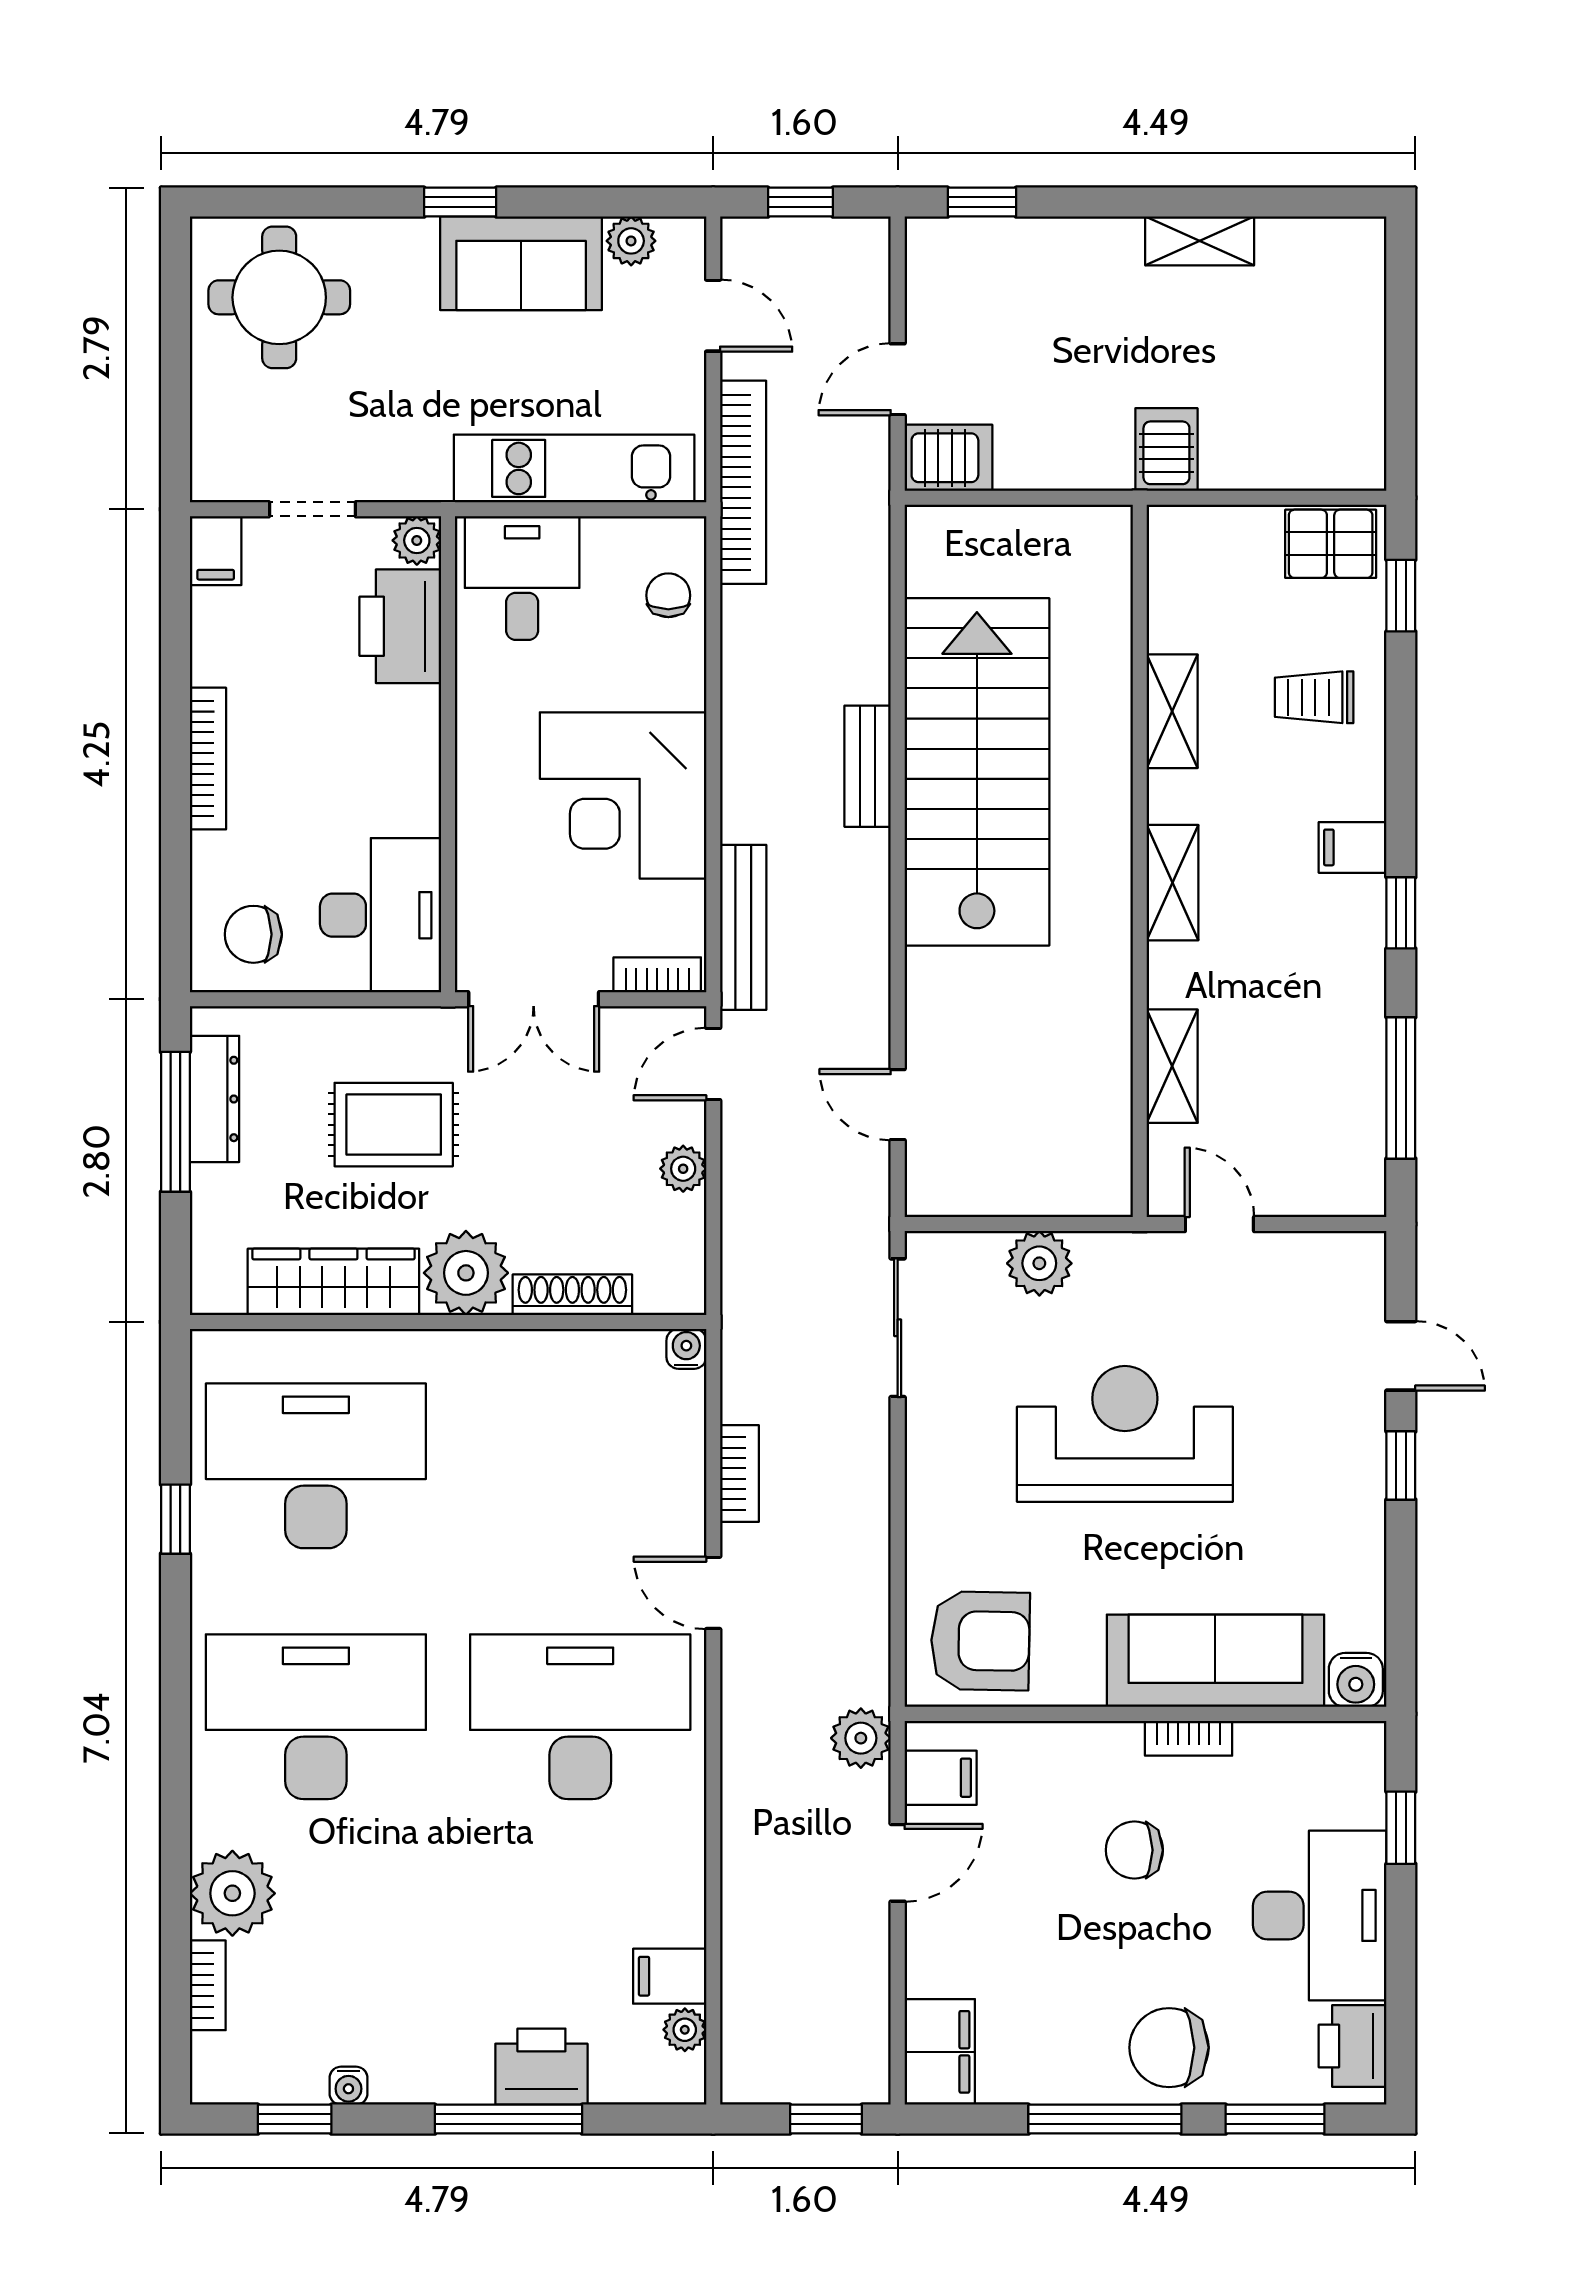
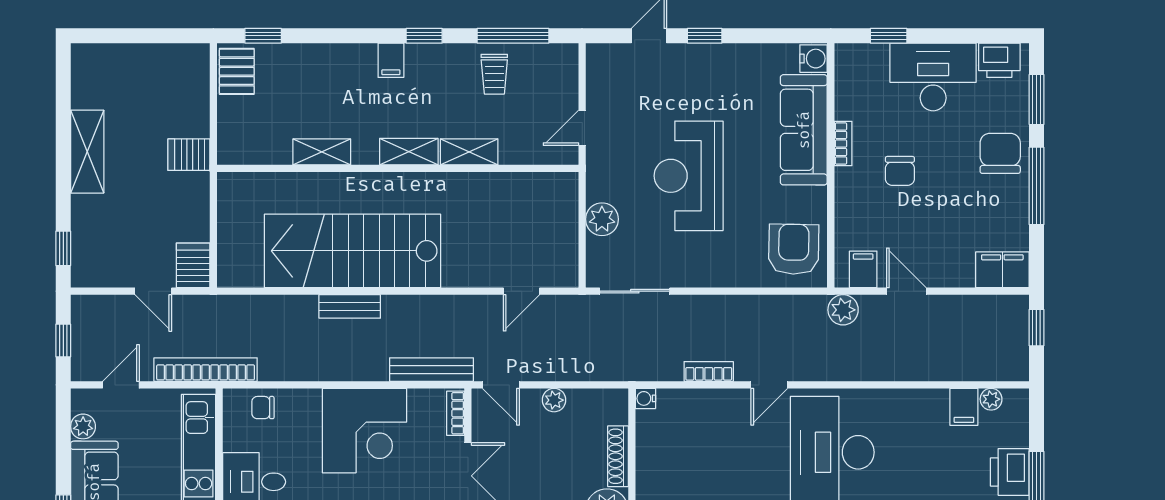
shelving: (1200, 241) -> (87, 152), width x1.50, depth x1.33
trolley: (1314, 697) -> (494, 74), moved
shelving: (1172, 1066) -> (469, 152), moved
chair: (1169, 2048) -> (1000, 153), turned 180

